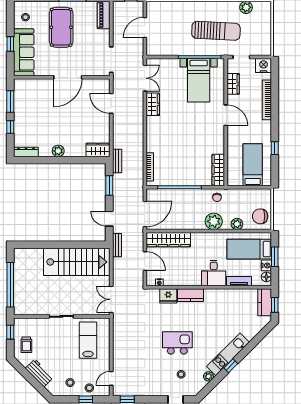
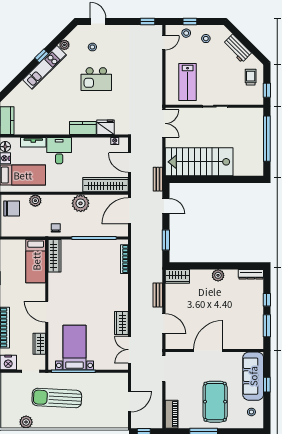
bench: (117, 161) -> (158, 295), moved
bed: (253, 165) -> (36, 261), moved
plant: (214, 221) -> (81, 203), moved

